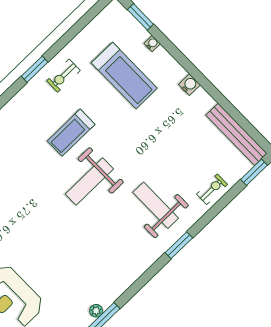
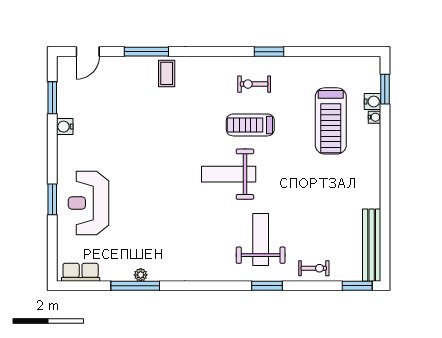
exercise bike: (63, 76) -> (254, 84), moved
water cooler: (189, 85) -> (372, 102), moved
window: (179, 245) -> (267, 286), moved

